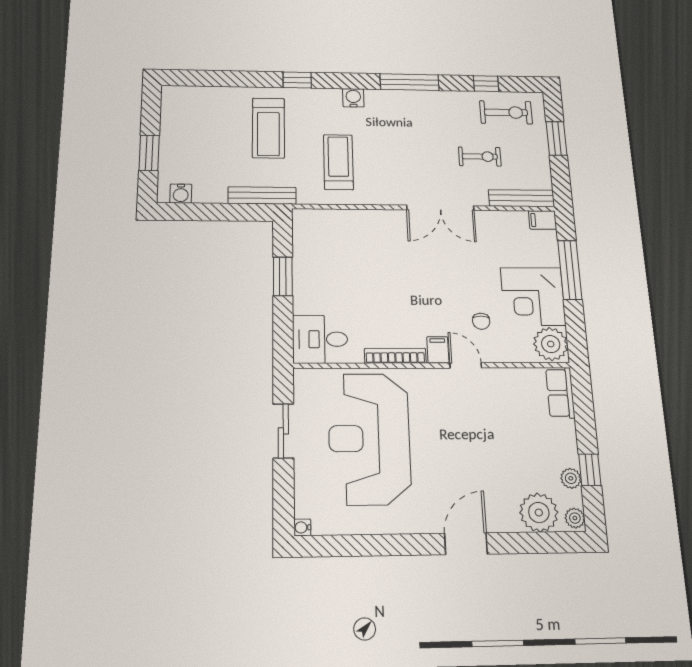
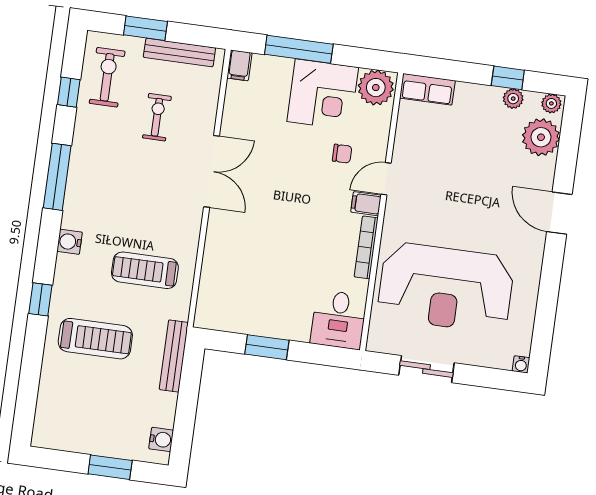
bench: (521, 198) -> (179, 53), moved, turned 90

